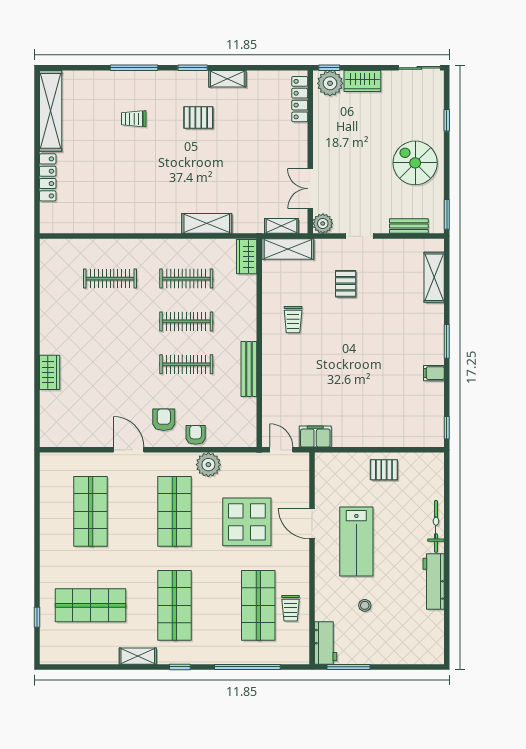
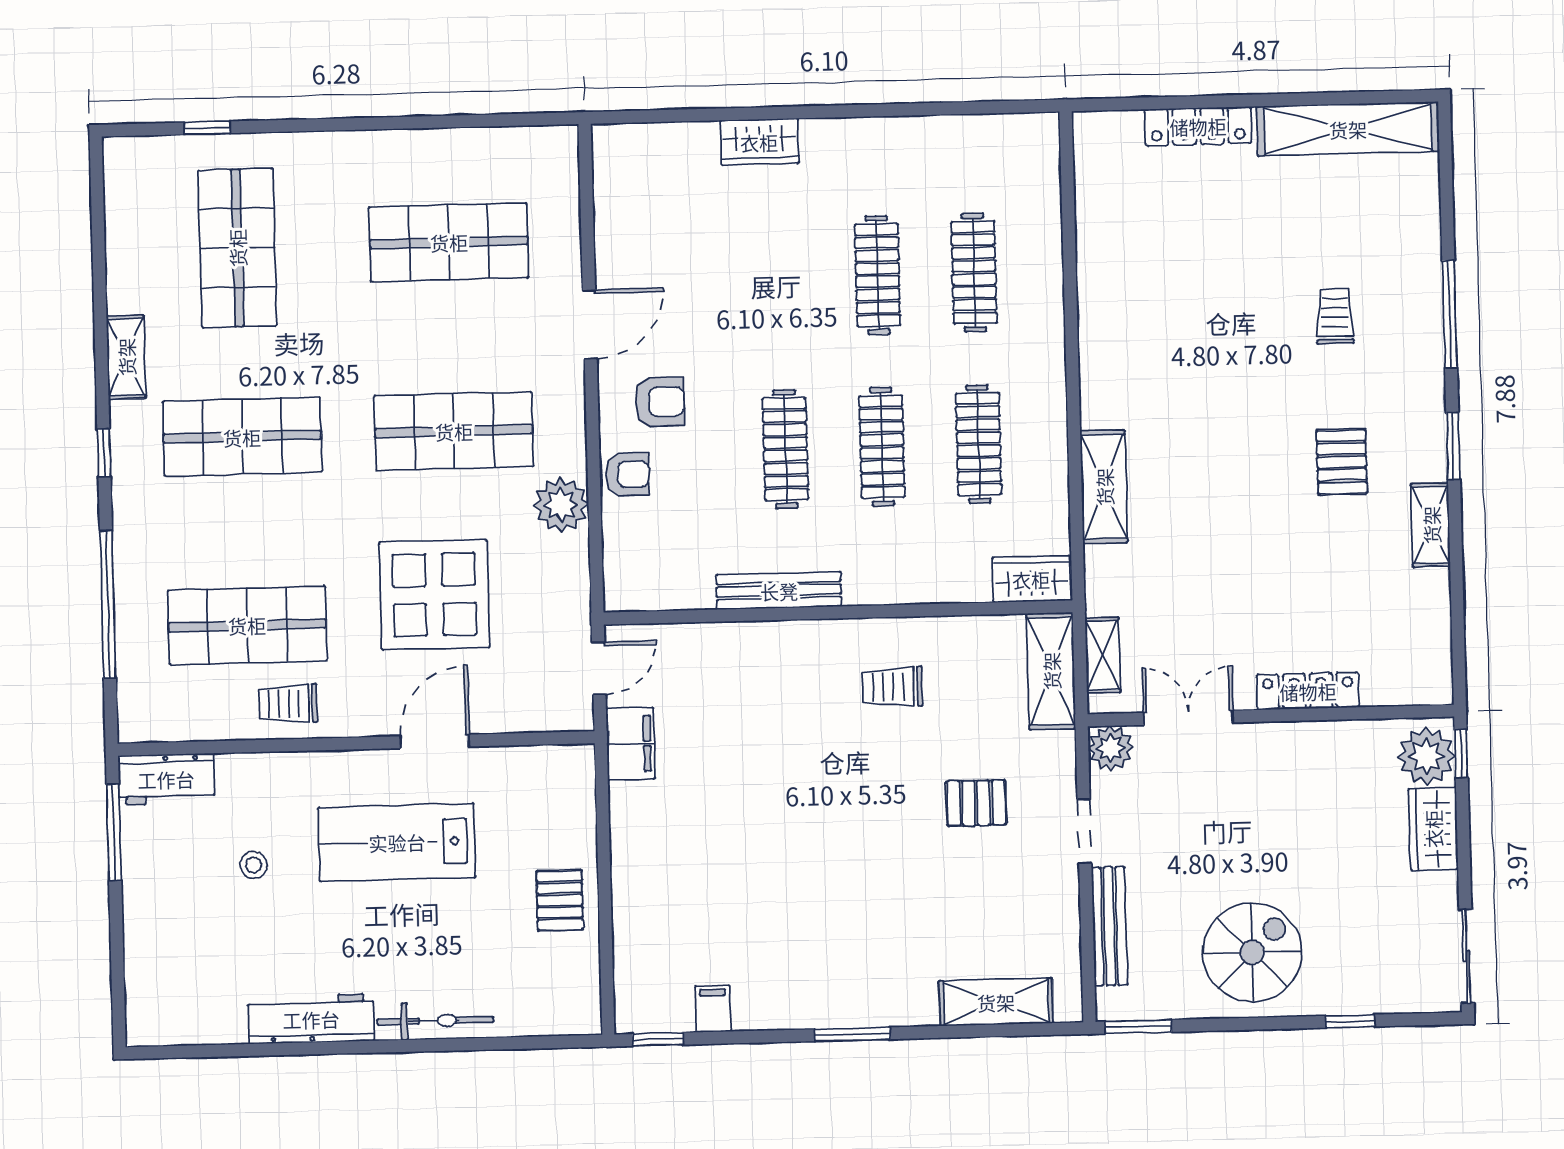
locker: (300, 99) -> (1308, 691), moved
bench: (409, 226) -> (1109, 926), width x1.36
clothes rail: (110, 321) -> (877, 275), added
filing cabinet: (434, 373) -> (713, 1009), moved
trolley: (291, 608) -> (288, 704), moved

